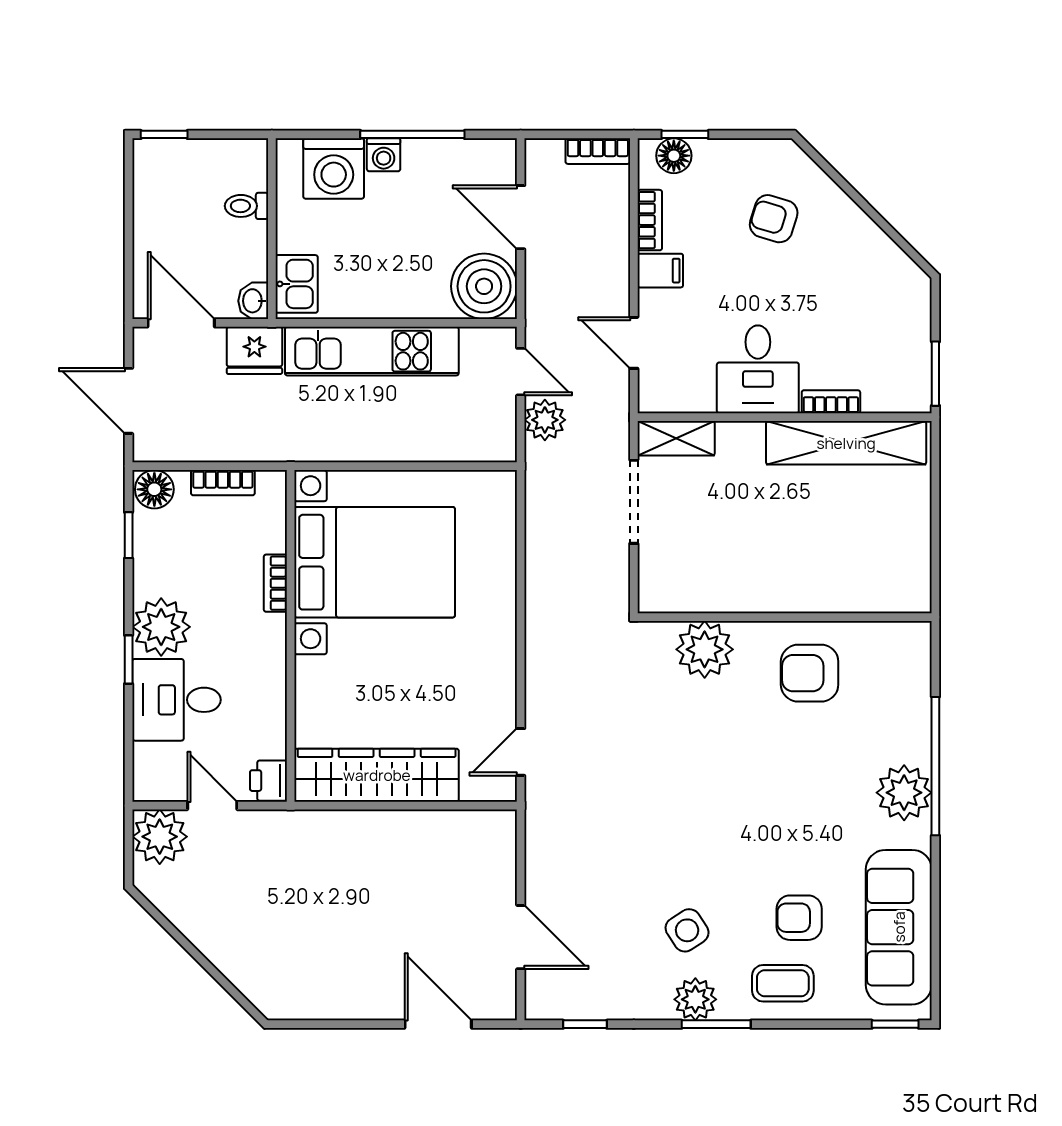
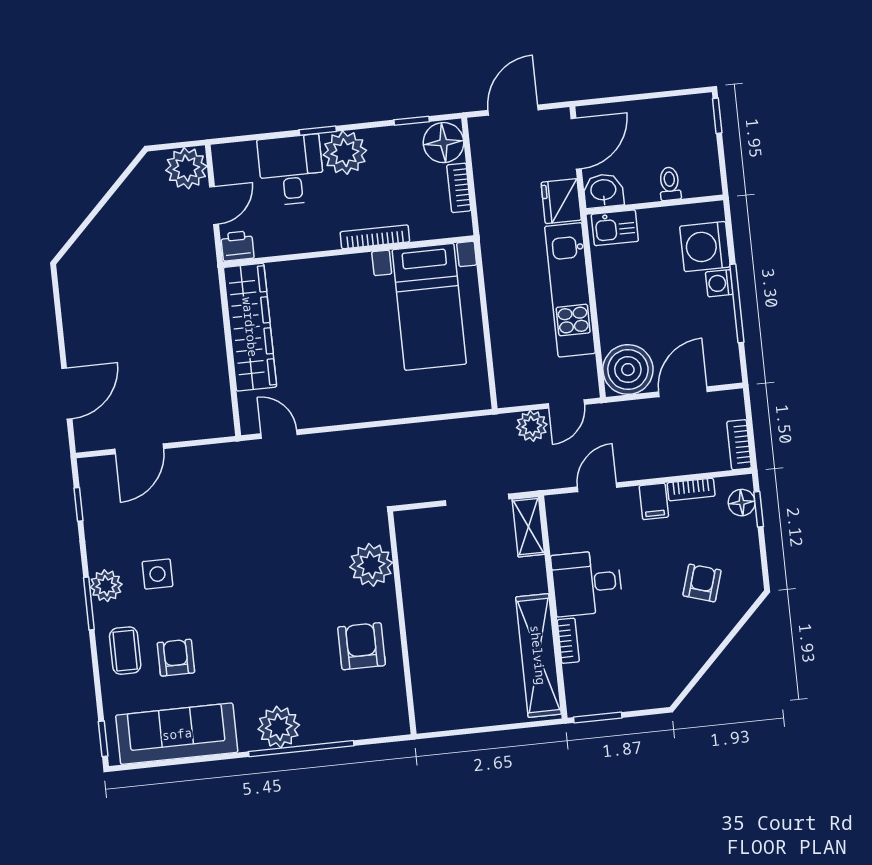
washbasin: (253, 301) -> (603, 191), width x1.38, depth x1.45
floor lamp: (154, 489) -> (443, 143), width x1.38, depth x1.38
bed with nightstands: (375, 562) -> (429, 307), width x0.73
bookcase: (275, 583) -> (375, 237), width x1.56
side table: (687, 930) -> (157, 574), turned 33

